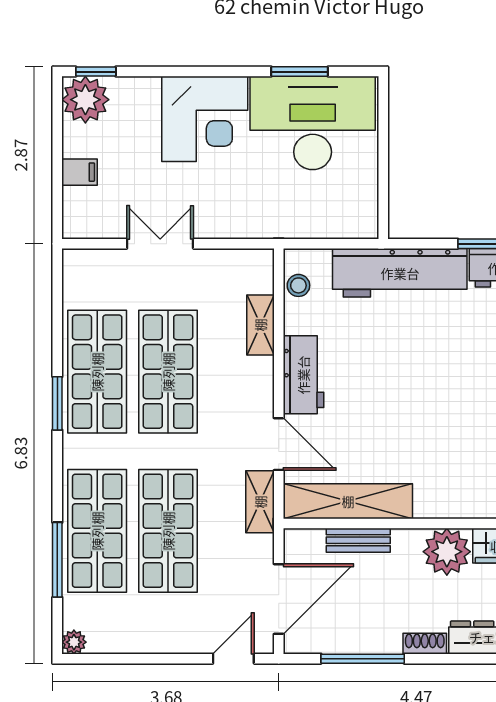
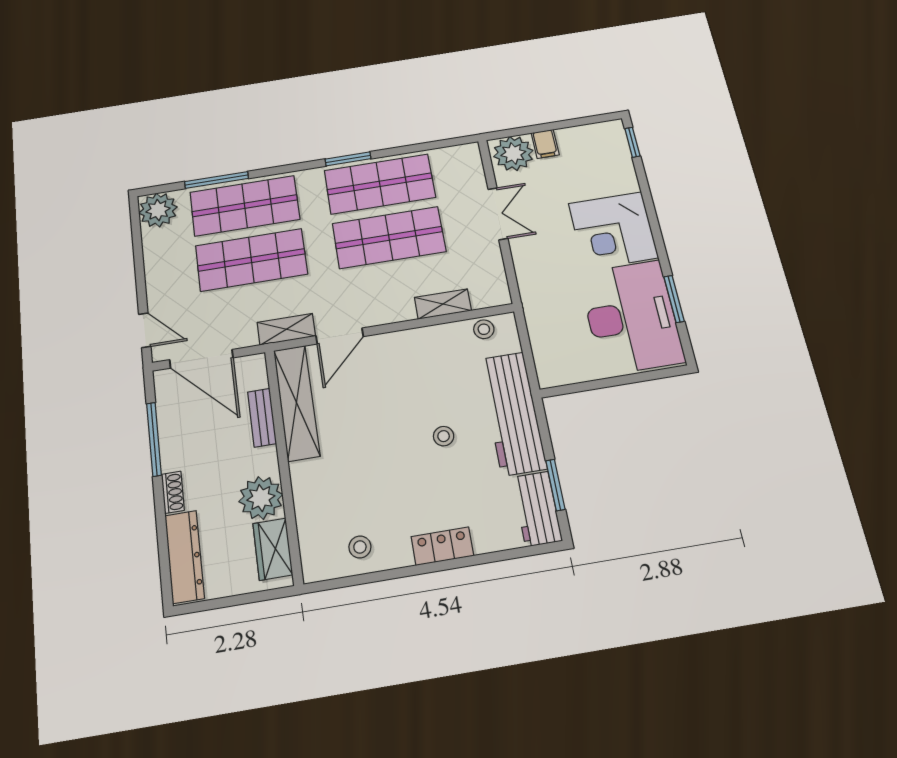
plant: (85, 100) -> (513, 153), moved
stool: (412, 350) -> (444, 436), added
workbench: (303, 375) -> (405, 346), removed
plant: (74, 642) -> (158, 210), width x1.87, depth x1.87

